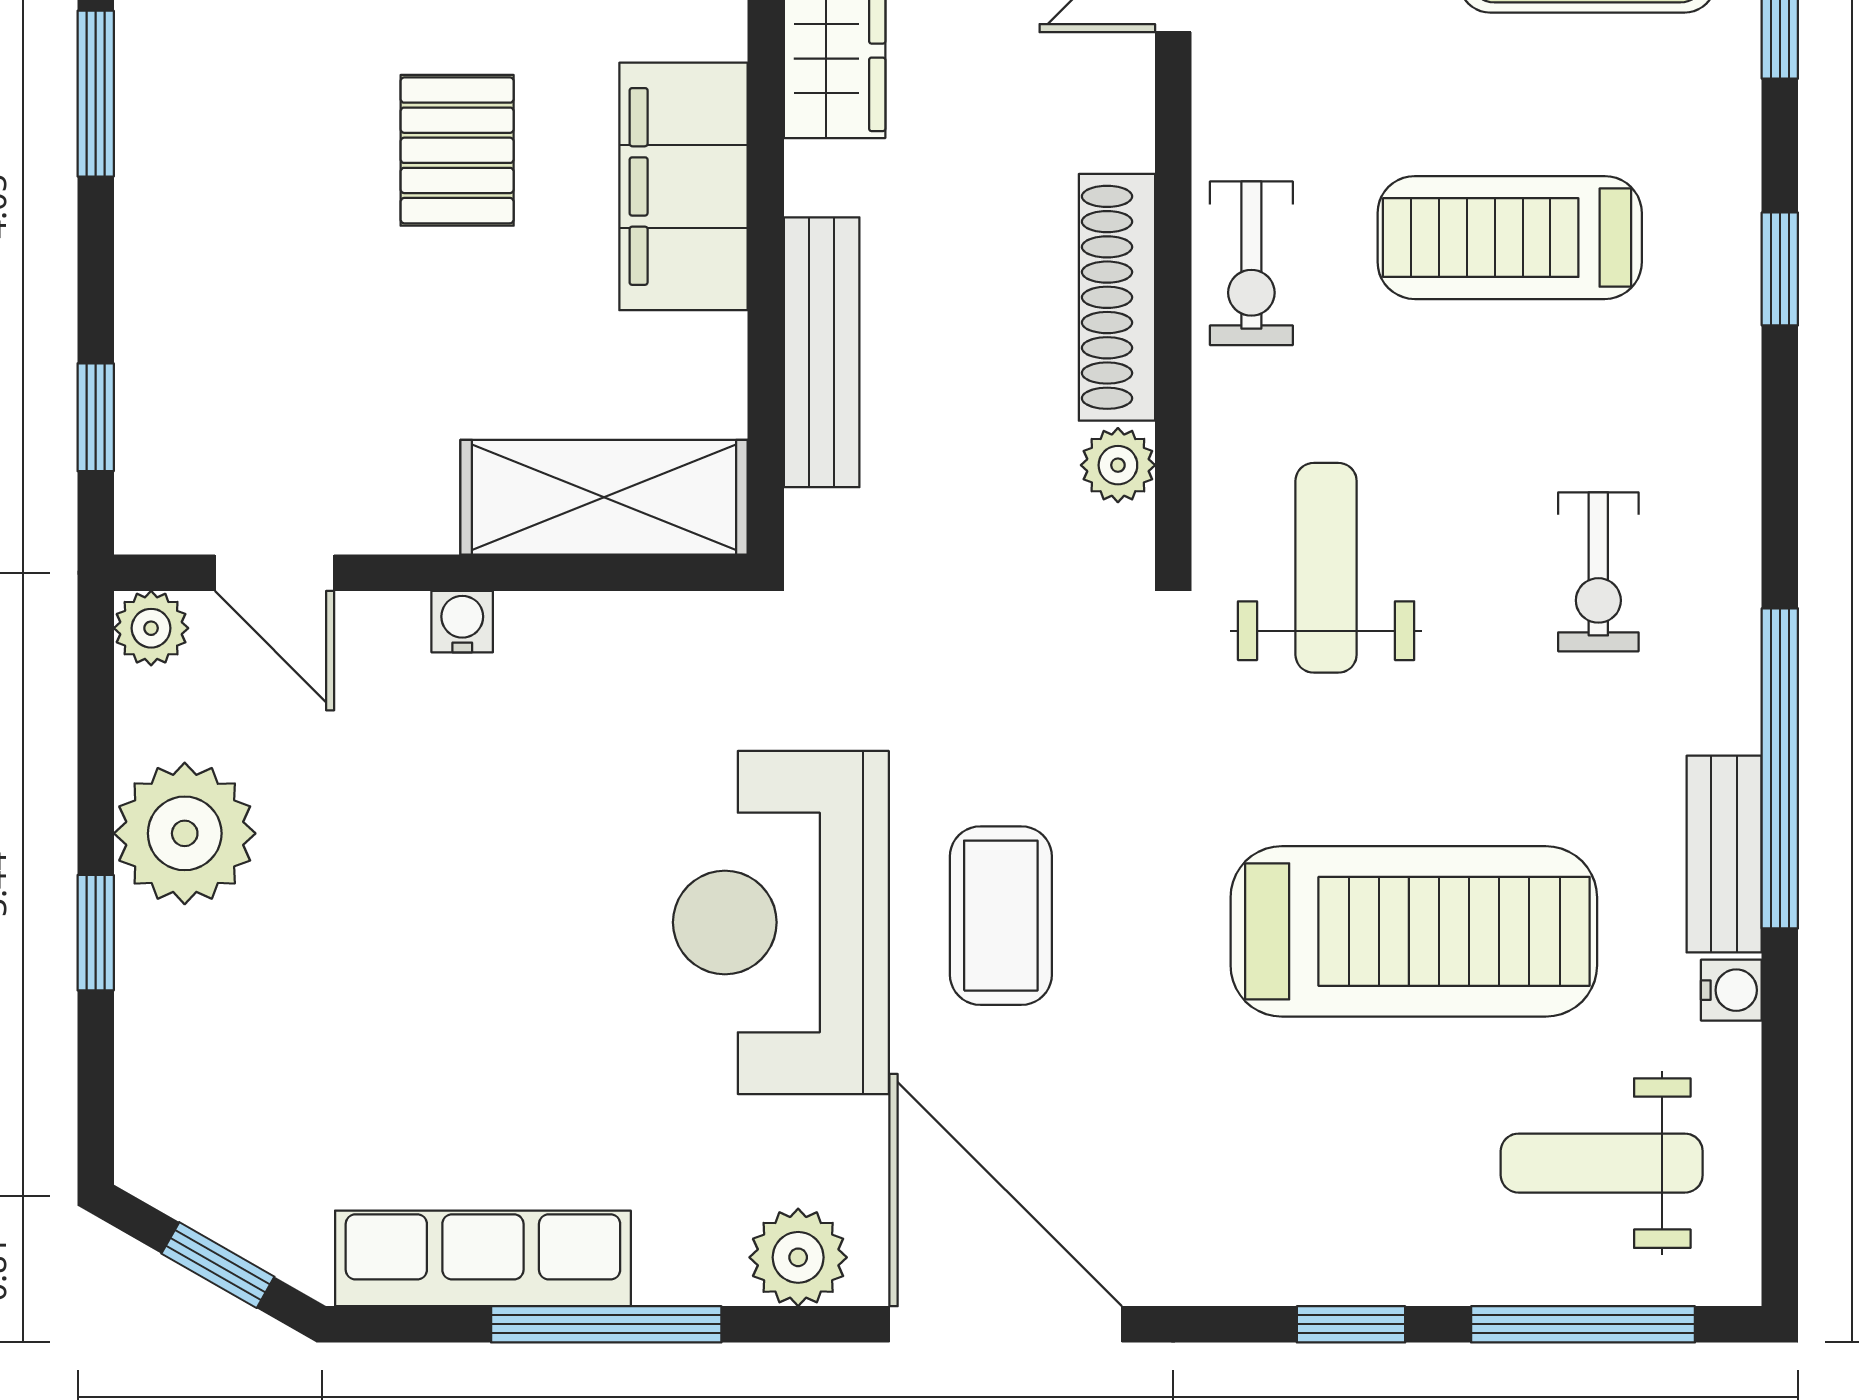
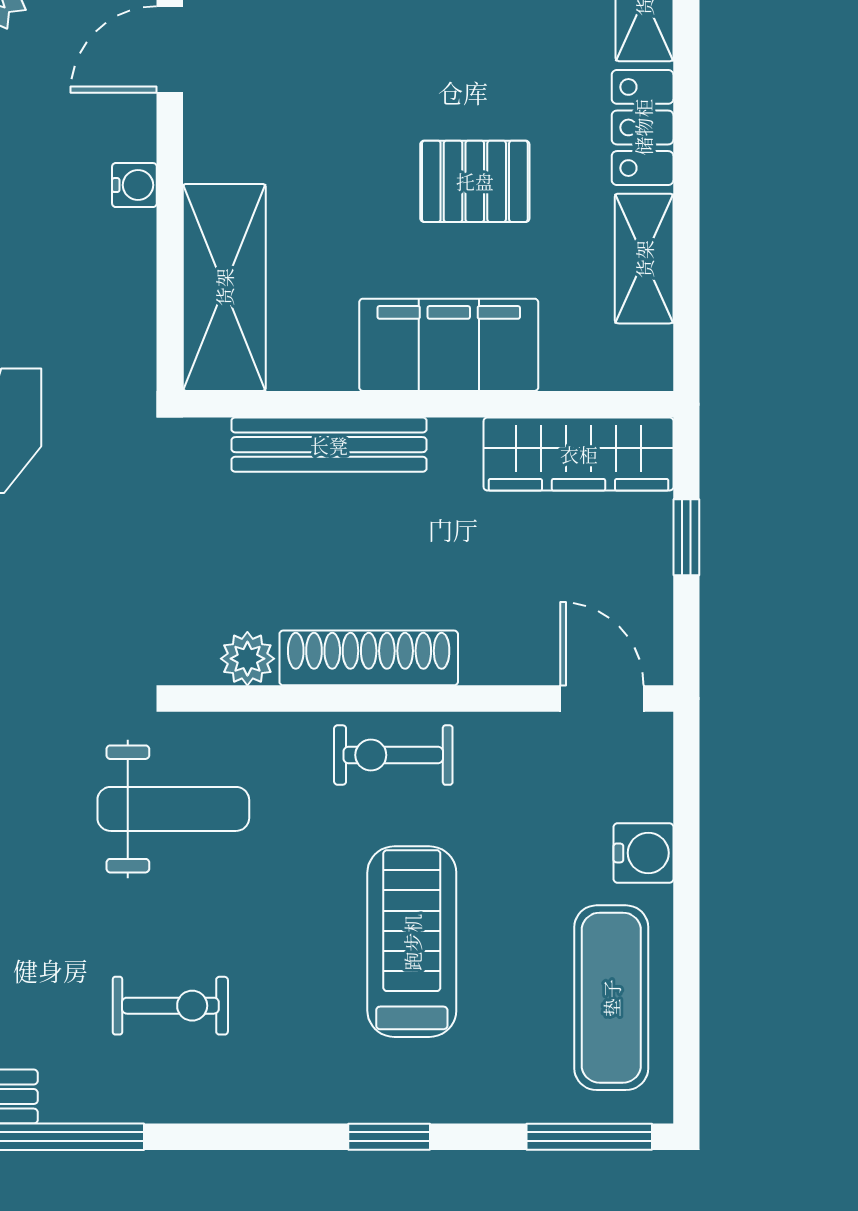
exercise bike: (1598, 572) -> (170, 1006), turned 180

